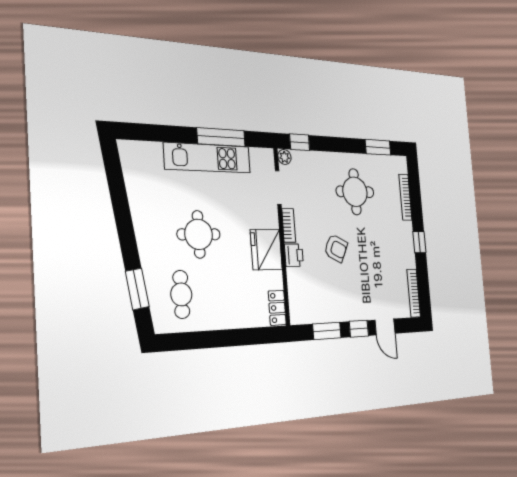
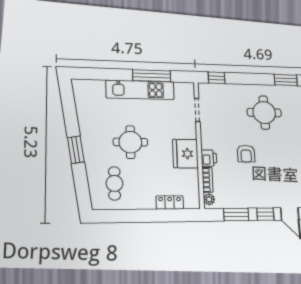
plant: (284, 157) -> (209, 199), moved
bookcase: (289, 225) -> (207, 180), moved
armchair: (336, 248) -> (246, 154), turned 64
window: (137, 289) -> (76, 150), moved
locker: (277, 308) -> (170, 202), moved, turned 90

